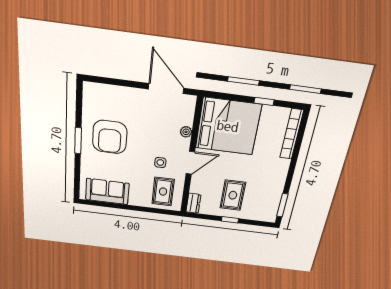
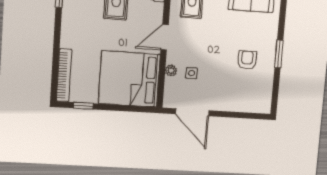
window: (264, 101) -> (83, 106), moved
armchair: (110, 137) -> (247, 60), width x0.53, depth x0.53
side table: (160, 163) -> (192, 73), moved

